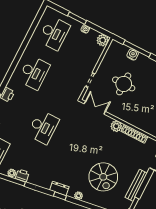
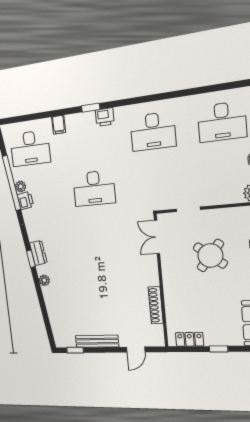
round table: (124, 84) -> (210, 256), turned 38
double door: (95, 108) -> (157, 237), swing flipped
plant: (116, 126) -> (151, 277), removed
spiral stairs: (103, 177) -> (82, 297), removed

